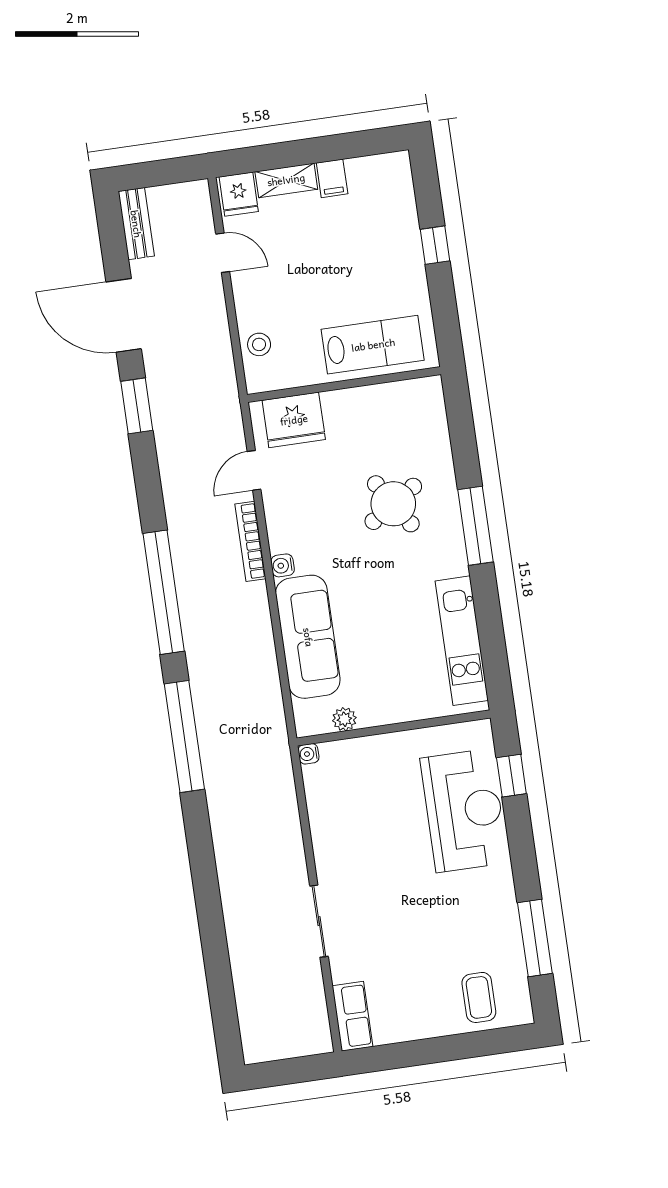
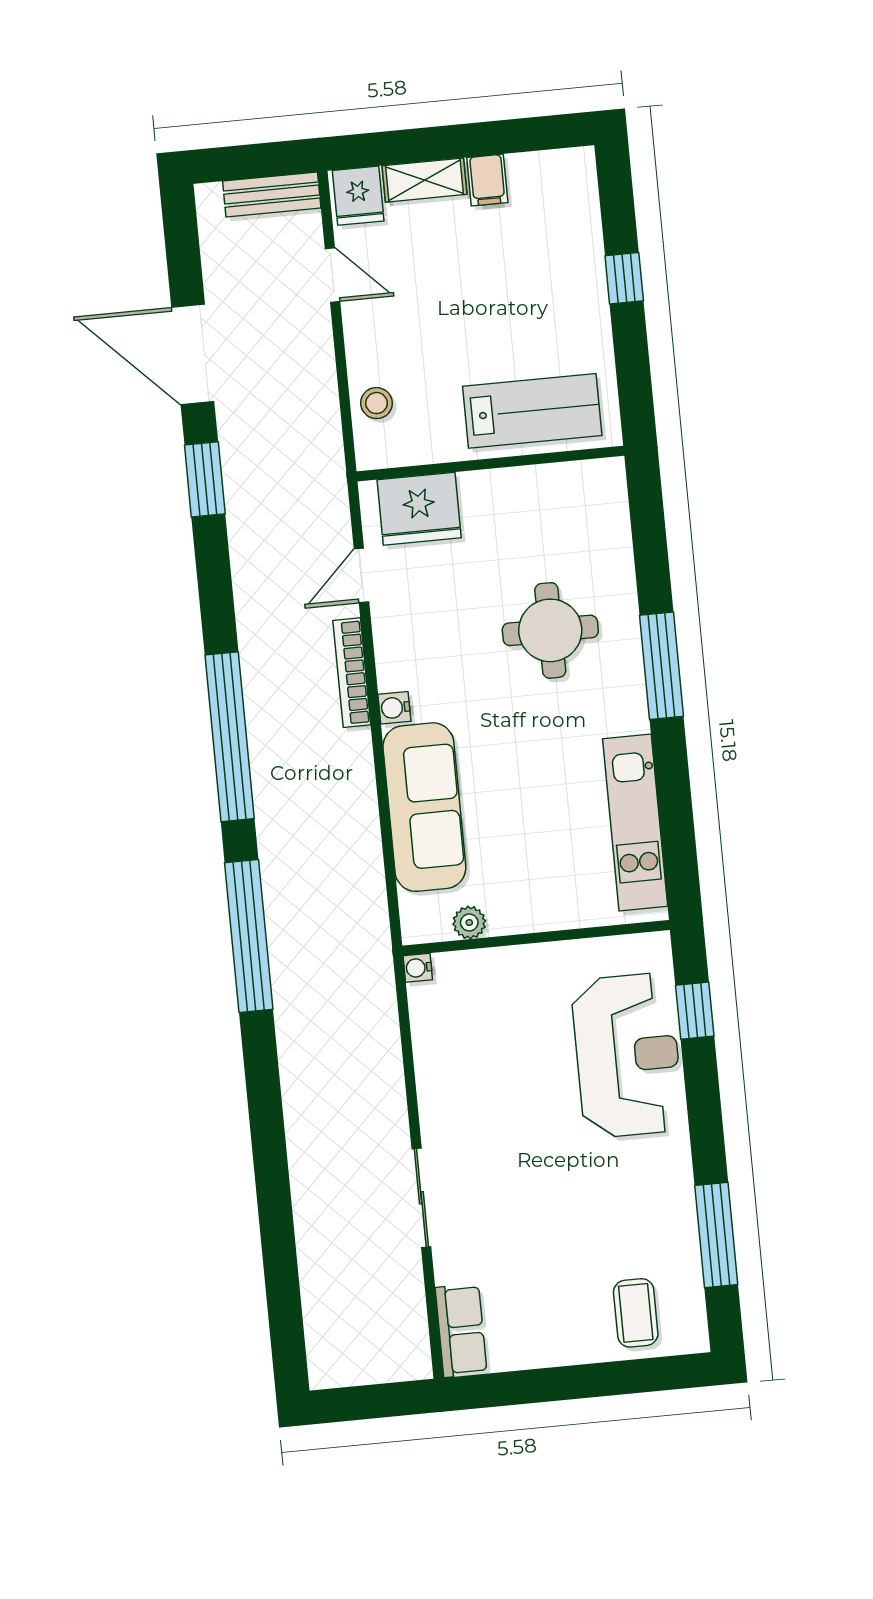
bench: (136, 224) -> (272, 195), moved, turned 90
round table: (393, 504) -> (550, 630), turned 33

